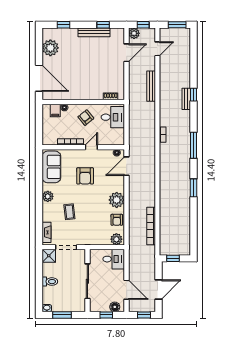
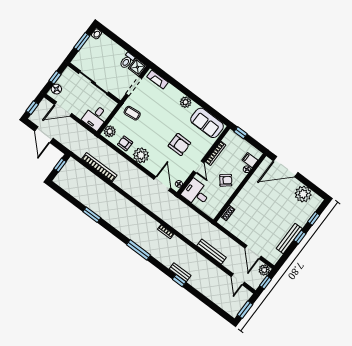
window: (103, 25) -> (300, 237), moved
desk: (113, 117) -> (196, 193), moved, turned 90
window: (39, 134) -> (241, 133), added
armchair: (85, 176) -> (179, 144), turned 180
window: (193, 188) -> (92, 215), moved
coffee table: (69, 212) -> (132, 113), moved
toilet: (50, 282) -> (127, 61), moved

